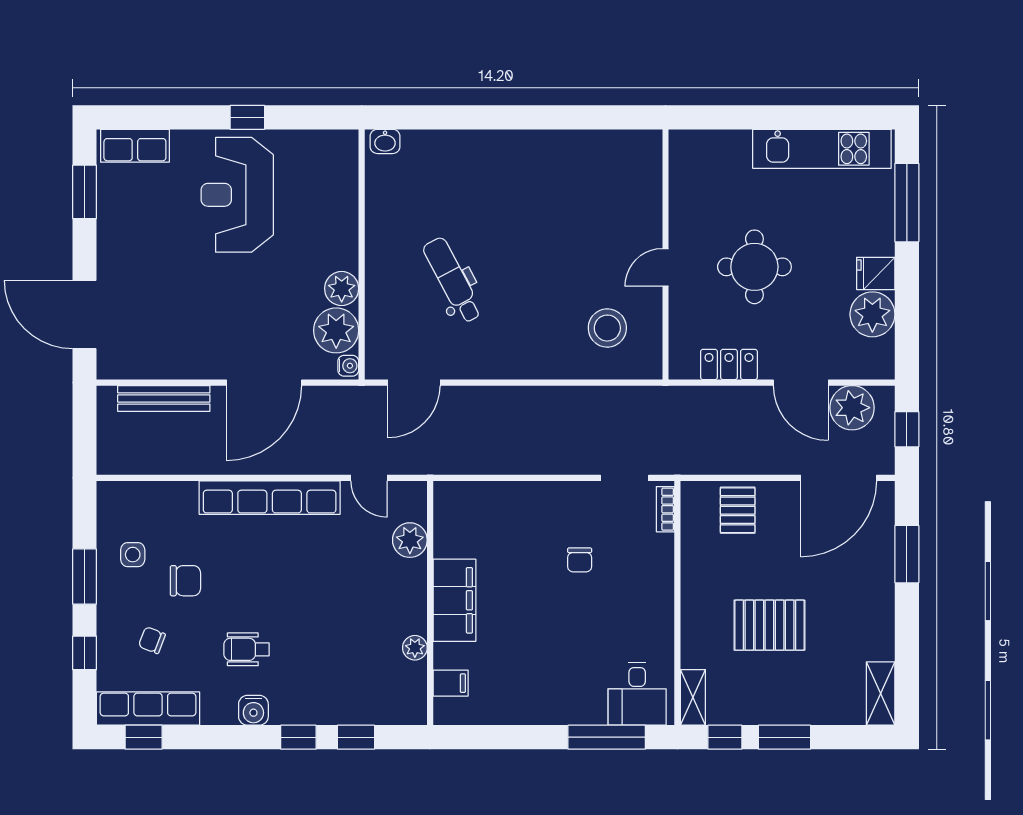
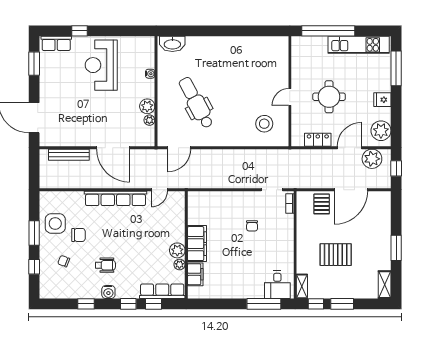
window: (247, 117) -> (80, 31), moved
window: (753, 117) -> (328, 31), added
washbasin: (385, 141) -> (172, 44), width x1.91, depth x1.45
dental chair: (453, 280) -> (196, 103), width x1.36, depth x1.38
plant: (872, 314) -> (381, 131), moved
plant: (336, 330) -> (149, 120), width x0.53, depth x0.53
water cooler: (348, 366) -> (150, 74), moved
door: (264, 383) -> (113, 148), hinge flipped
door: (801, 383) -> (349, 148), swing flipped
door: (369, 478) -> (159, 190), hinge flipped
door: (839, 478) -> (351, 190), moved
plant: (410, 540) -> (177, 250), moved
window: (907, 554) -> (396, 248), moved
side table: (133, 555) -> (55, 223), width x1.87, depth x1.87
wheelchair: (246, 649) -> (105, 265), turned 180
filing cabinet: (451, 683) -> (195, 274), width x2.00
row of seats: (148, 709) -> (162, 291), moved
window: (144, 737) -> (86, 304), moved

